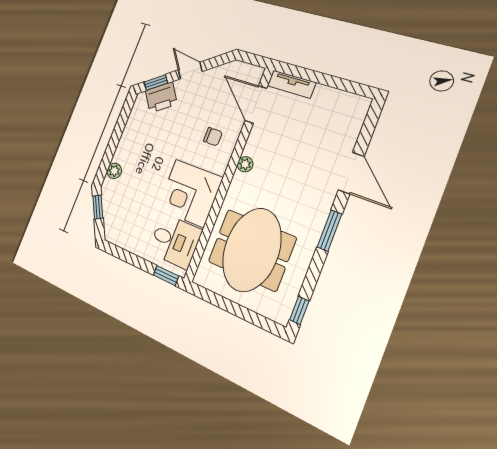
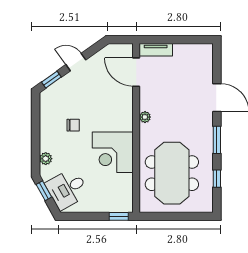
printer: (161, 97) -> (61, 90), removed
chair: (213, 137) -> (73, 125), moved
desk: (175, 241) -> (67, 189), moved, turned 151
window: (299, 310) -> (217, 179), moved

